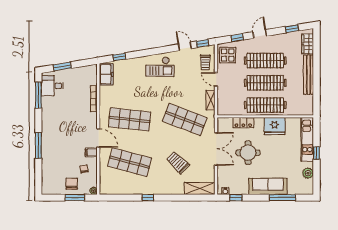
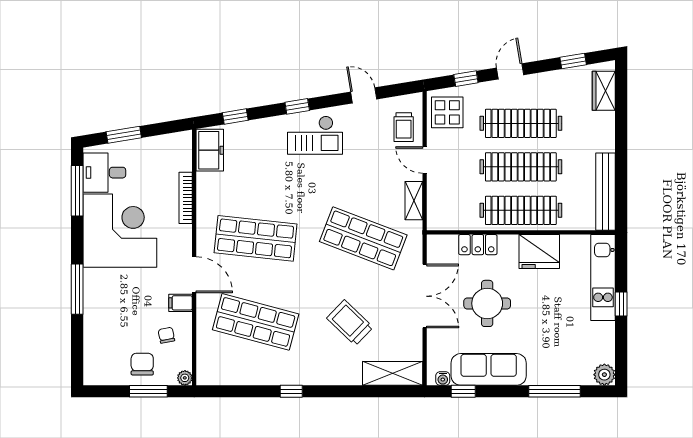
window: (203, 43) -> (297, 106), moved
bench: (309, 75) -> (605, 192), moved
corner desk: (60, 115) -> (120, 231), added
plant: (308, 173) -> (604, 375), moved
sofa: (268, 186) -> (489, 369), moved

